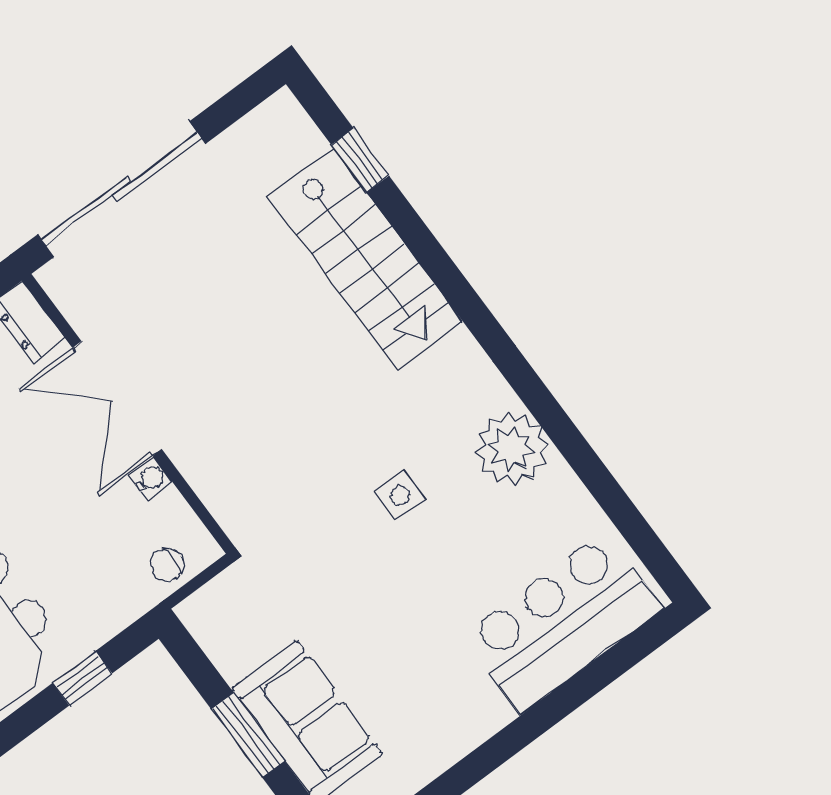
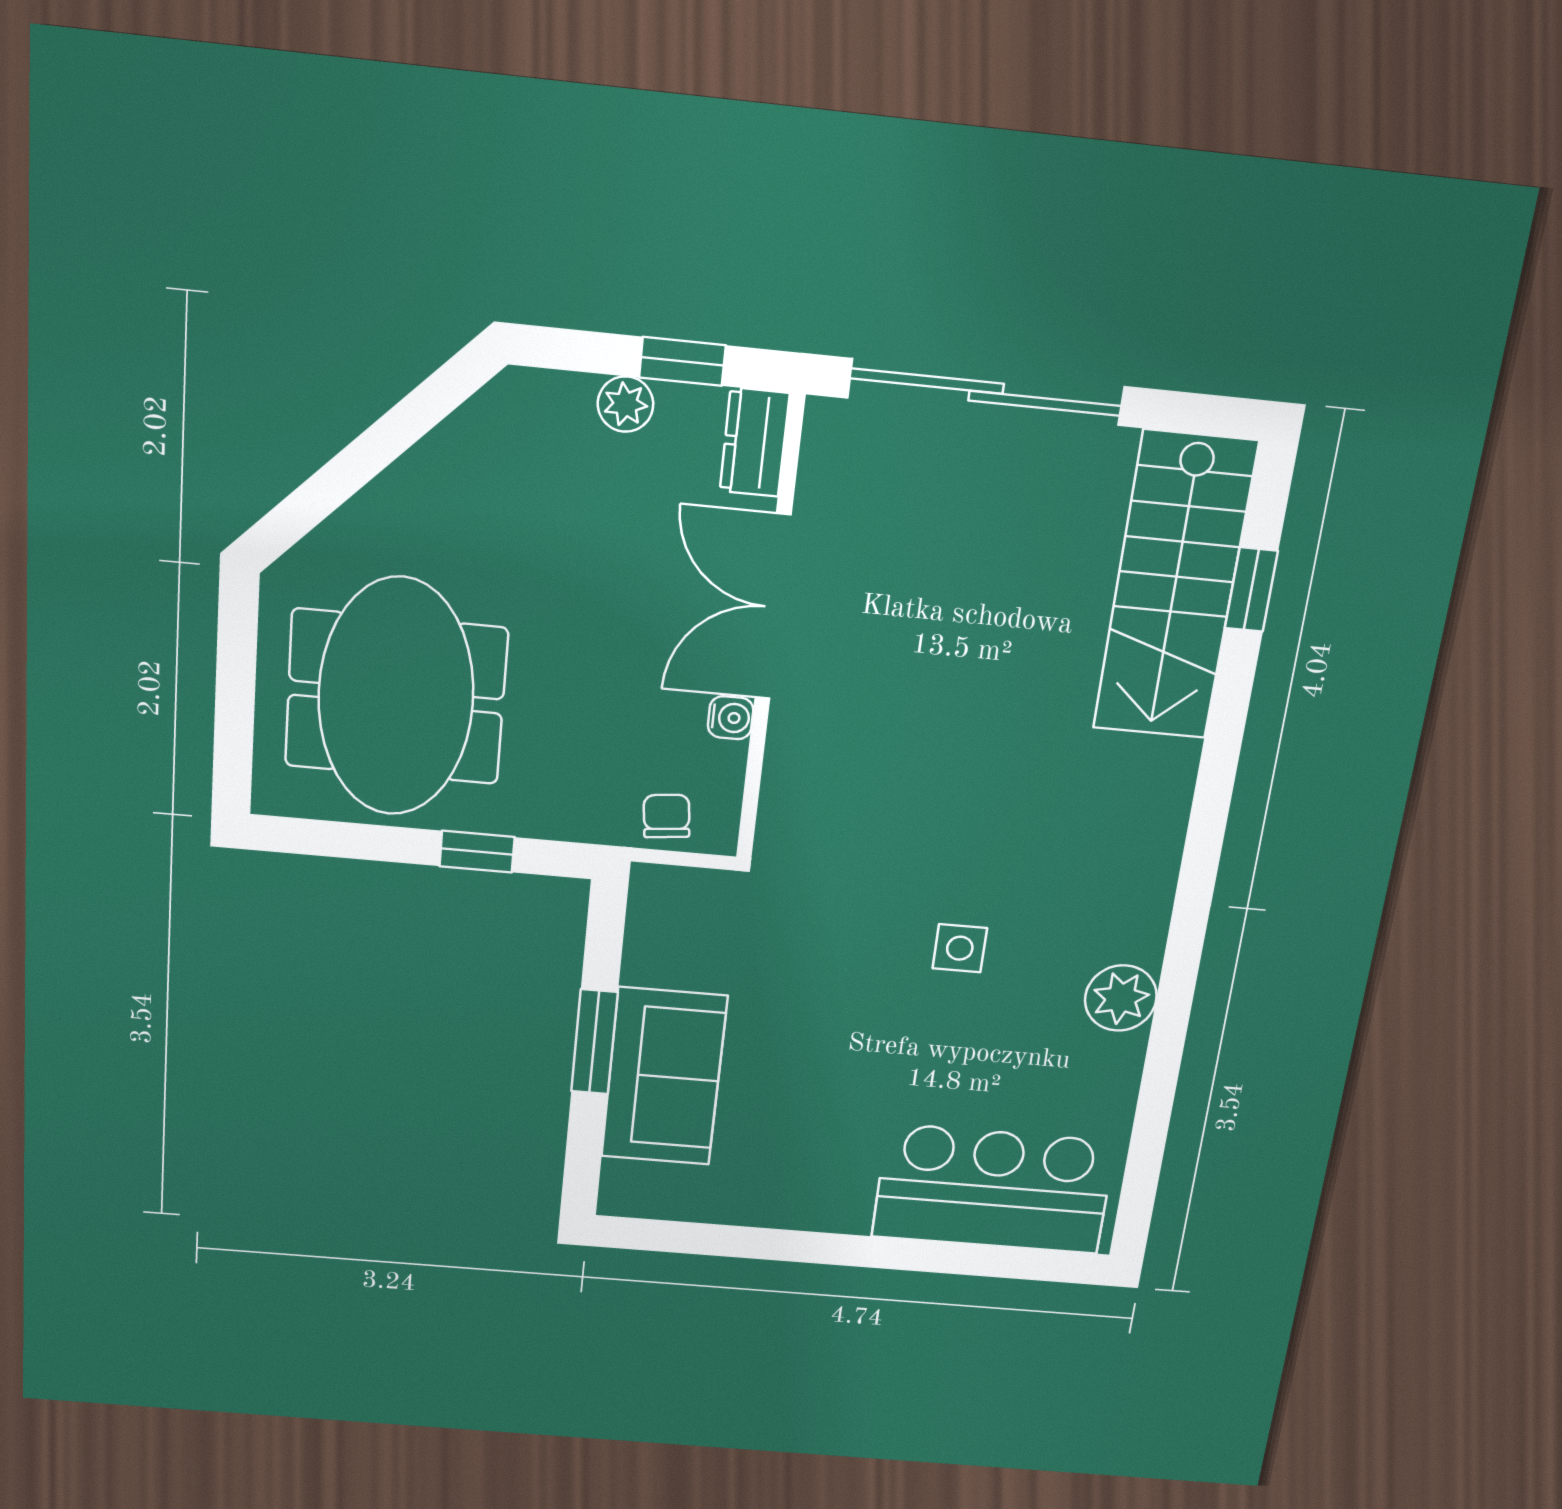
stairs: (365, 259) -> (1175, 587), moved
plant: (512, 449) -> (1121, 998), width x0.73, depth x0.73
chair: (167, 565) -> (667, 816), turned 84

